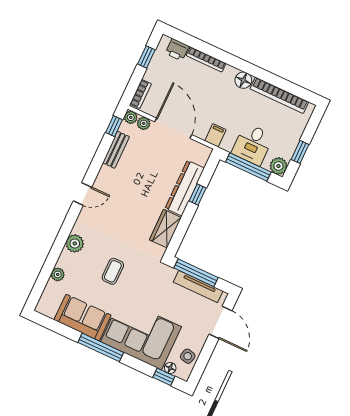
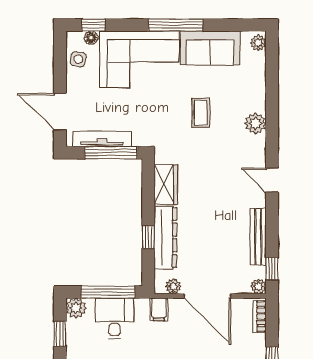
plant: (144, 123) -> (173, 286), moved
bench: (116, 150) -> (258, 237), width x1.36
door: (82, 194) -> (272, 180), hinge flipped
plant: (58, 274) -> (258, 43), moved

